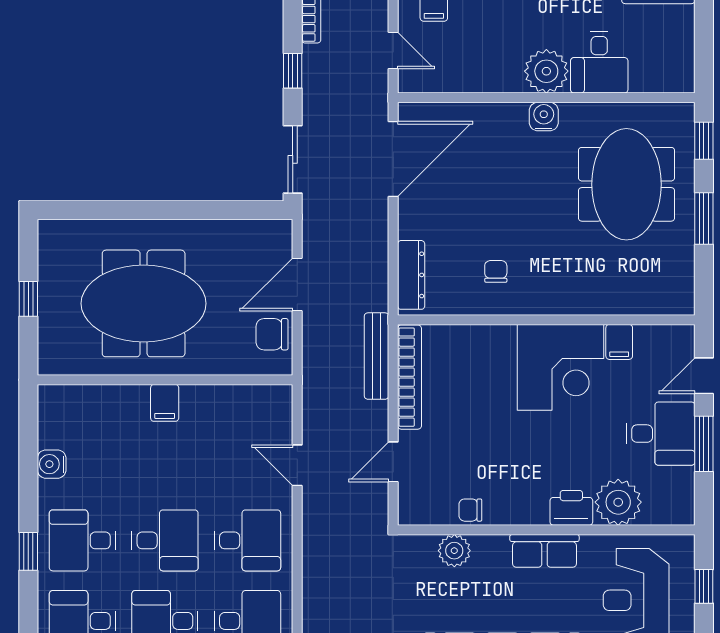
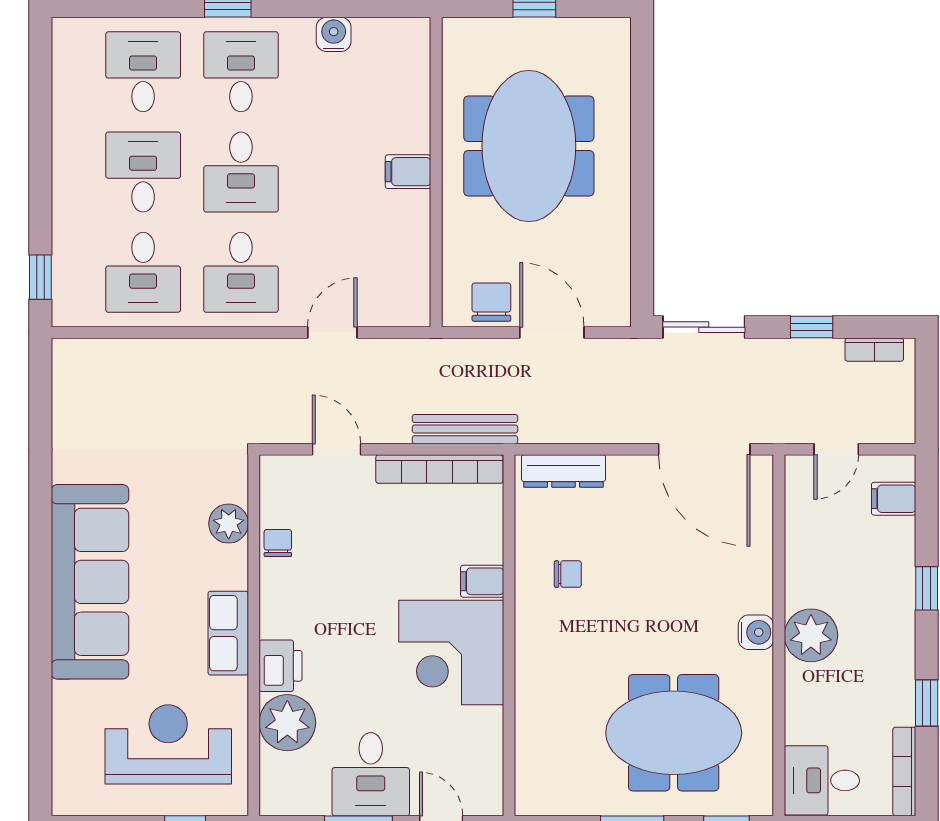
desk: (599, 62) -> (822, 780), moved
filing cabinet: (619, 342) -> (482, 581), moved

